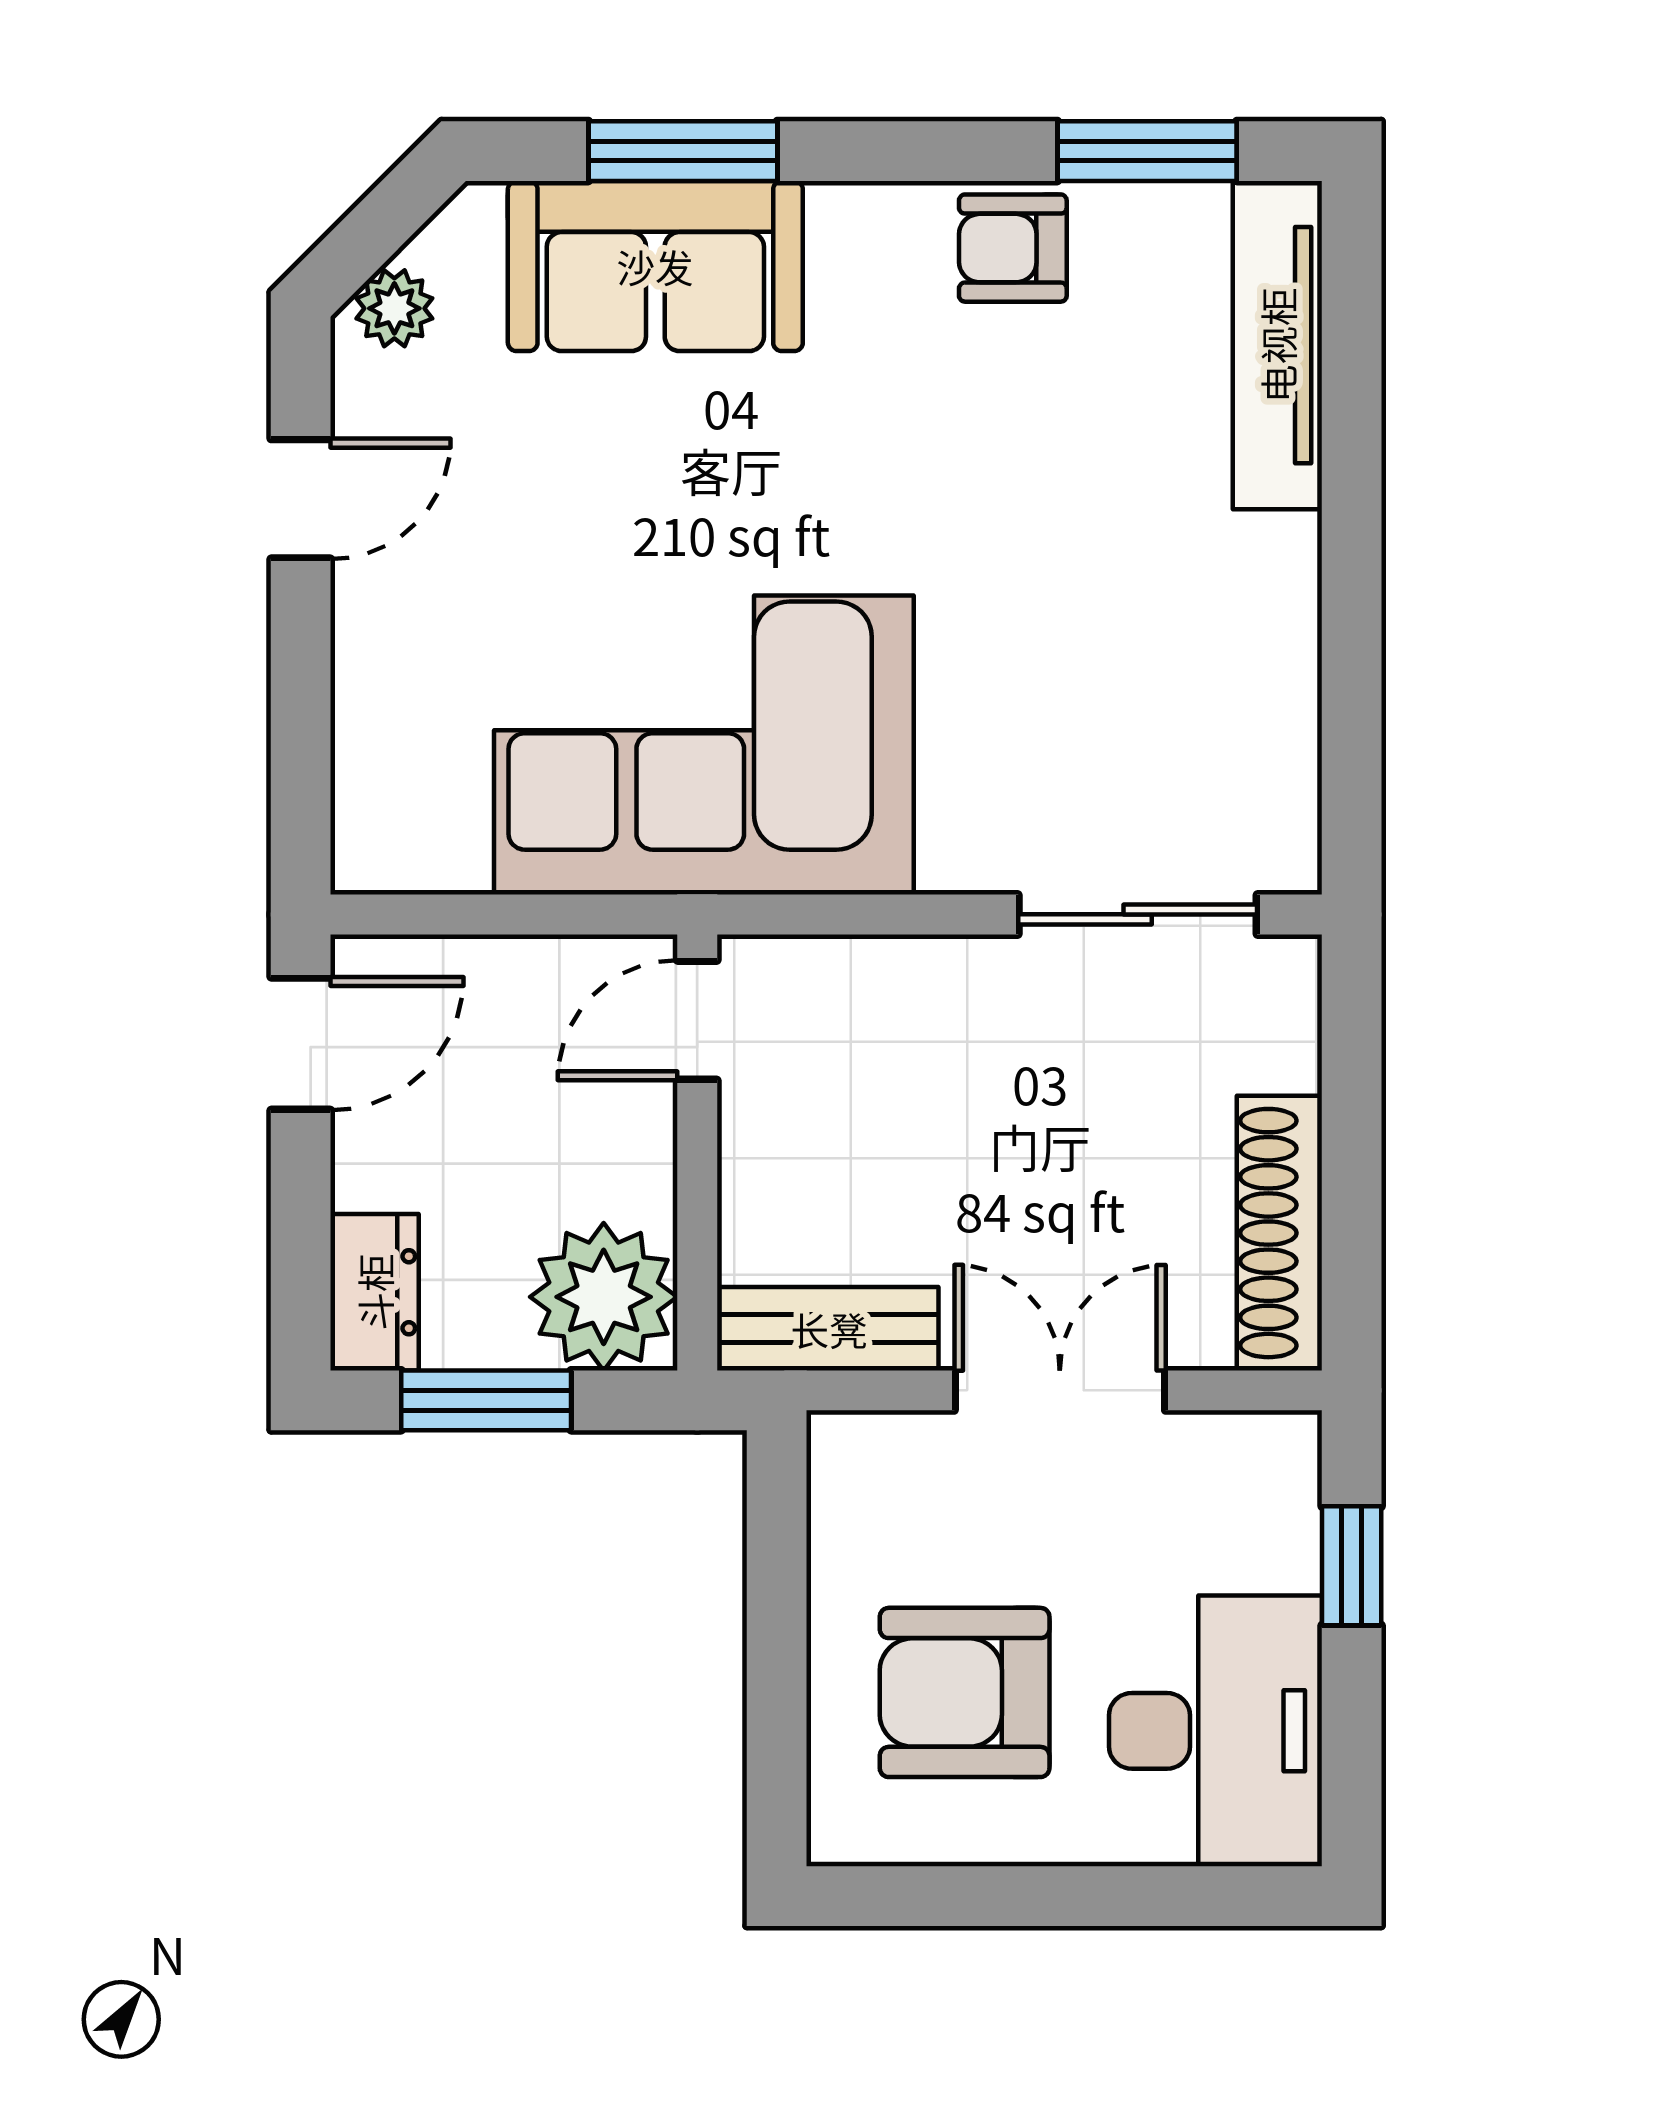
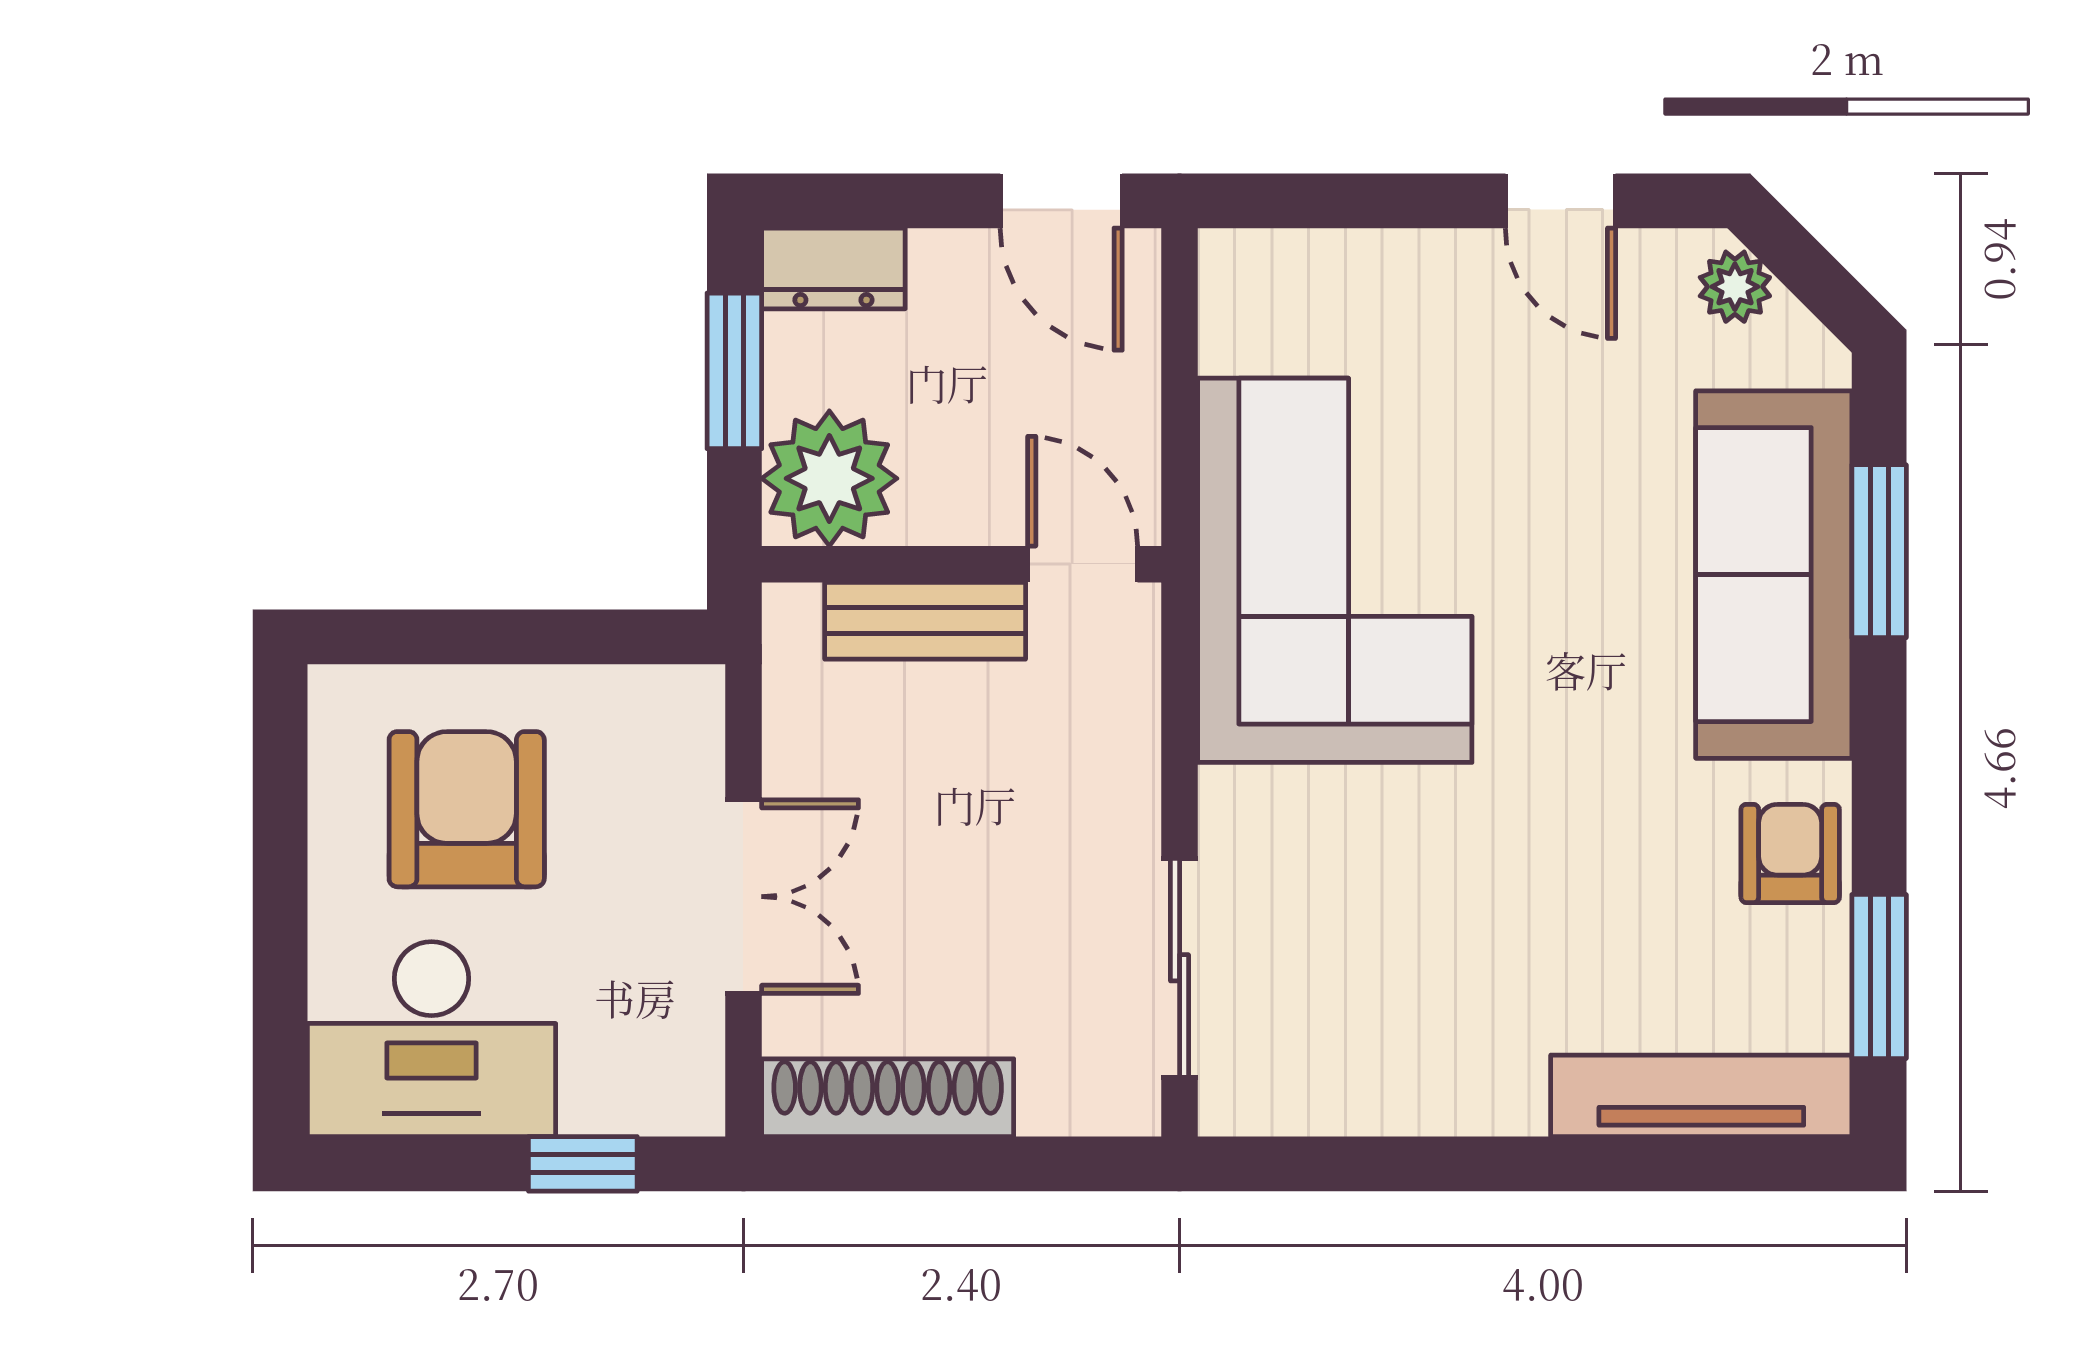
sofa: (655, 266) -> (1774, 575), width x1.36
bench: (829, 1329) -> (925, 621), moved, turned 90

